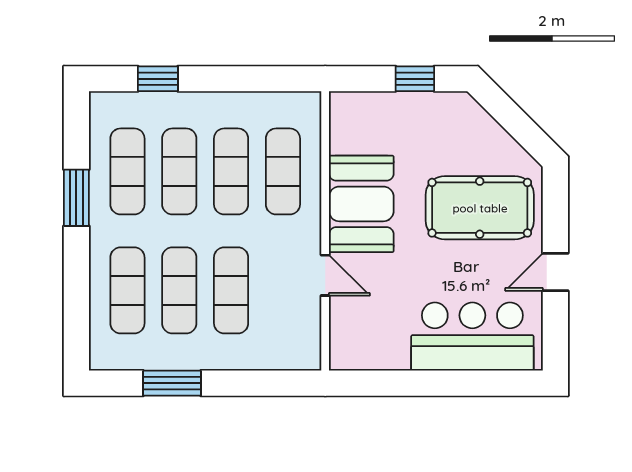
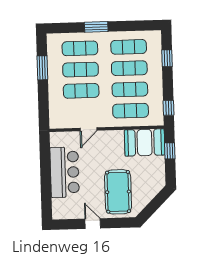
window: (279, 79) -> (169, 108), added
window: (415, 79) -> (170, 151), moved
window: (76, 198) -> (96, 27), moved
booth: (361, 204) -> (145, 142), moved
bar counter: (472, 337) -> (65, 172), moved

